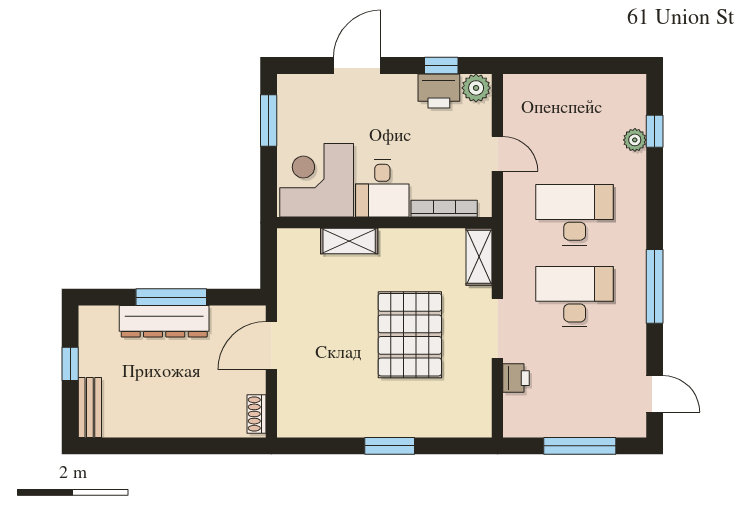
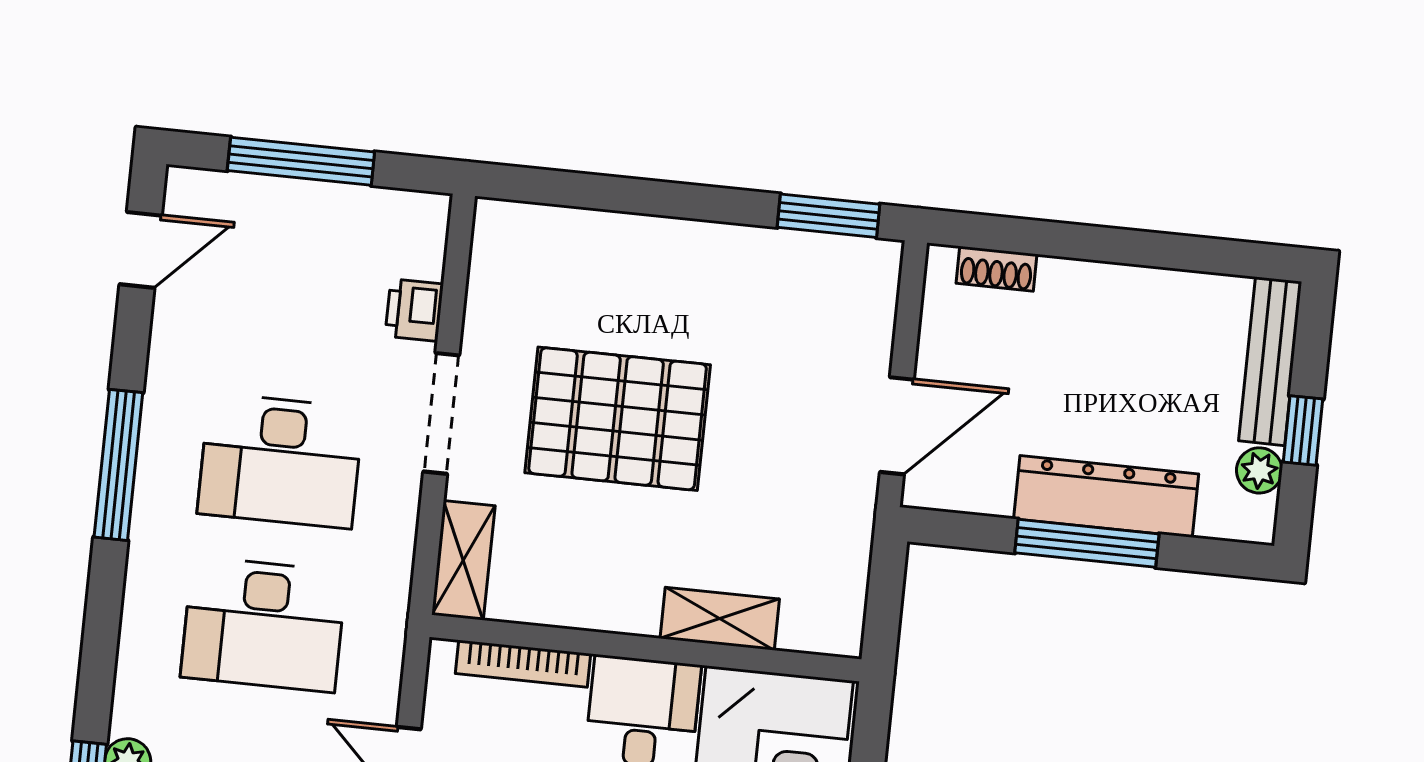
pallet: (410, 335) -> (618, 419), turned 90
plant: (90, 342) -> (1259, 470), added
door: (655, 394) -> (141, 250), swing flipped
bench: (90, 408) -> (1270, 361), width x1.36
shoe rack: (256, 414) -> (996, 269), moved, turned 90
window: (390, 446) -> (828, 216), moved

